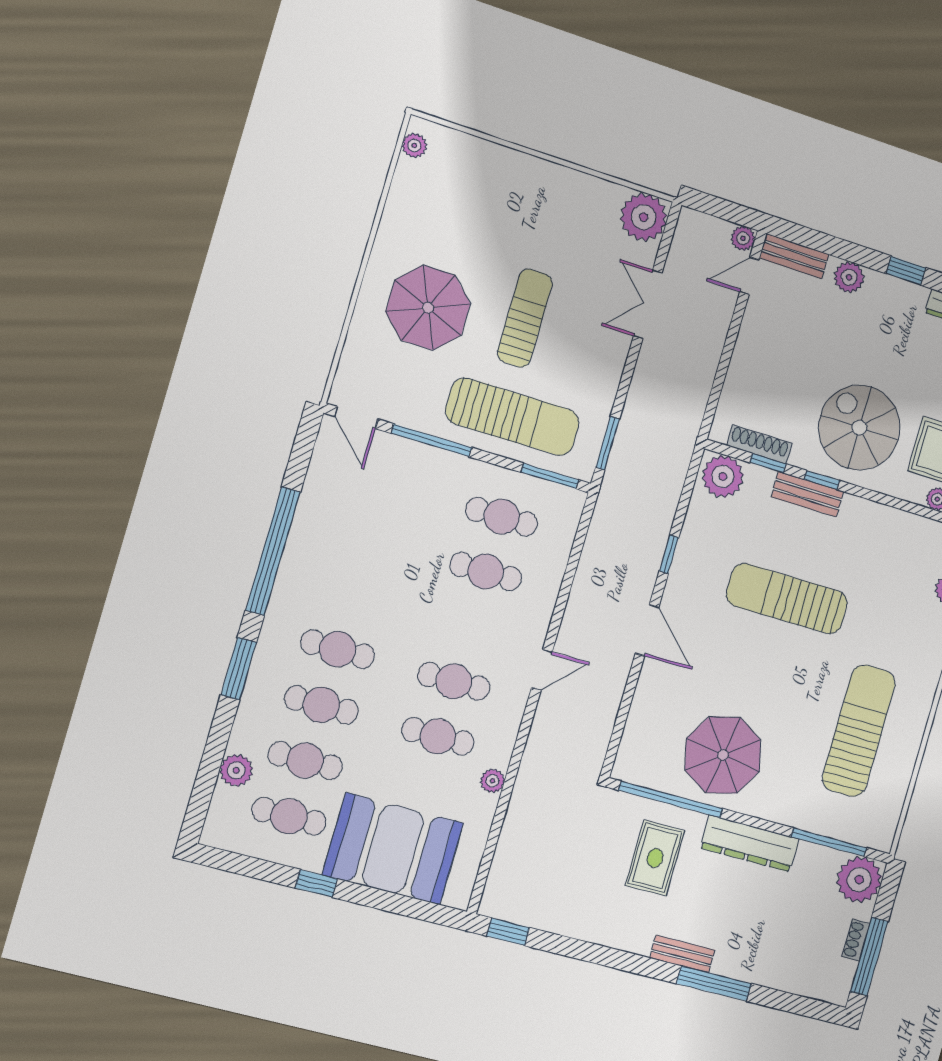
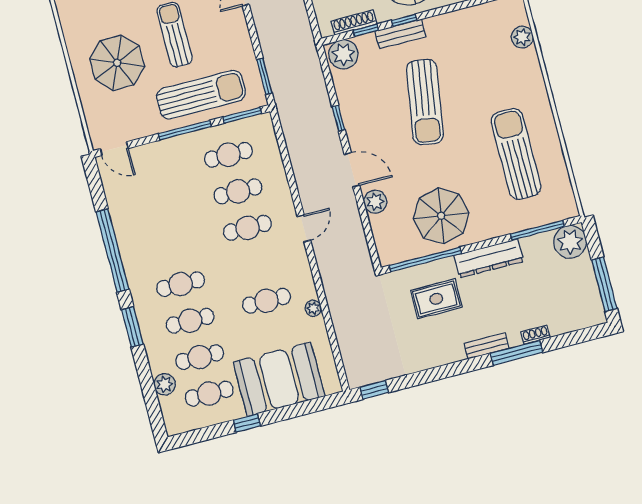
window: (432, 440) -> (185, 130), moved
sun lounger: (787, 599) -> (425, 102), turned -81
cafe table: (454, 681) -> (248, 228), moved
plant: (652, 689) -> (375, 202), added
rug: (655, 858) -> (436, 299), turned 90
shoe rack: (856, 940) -> (535, 335), moved, turned 90

